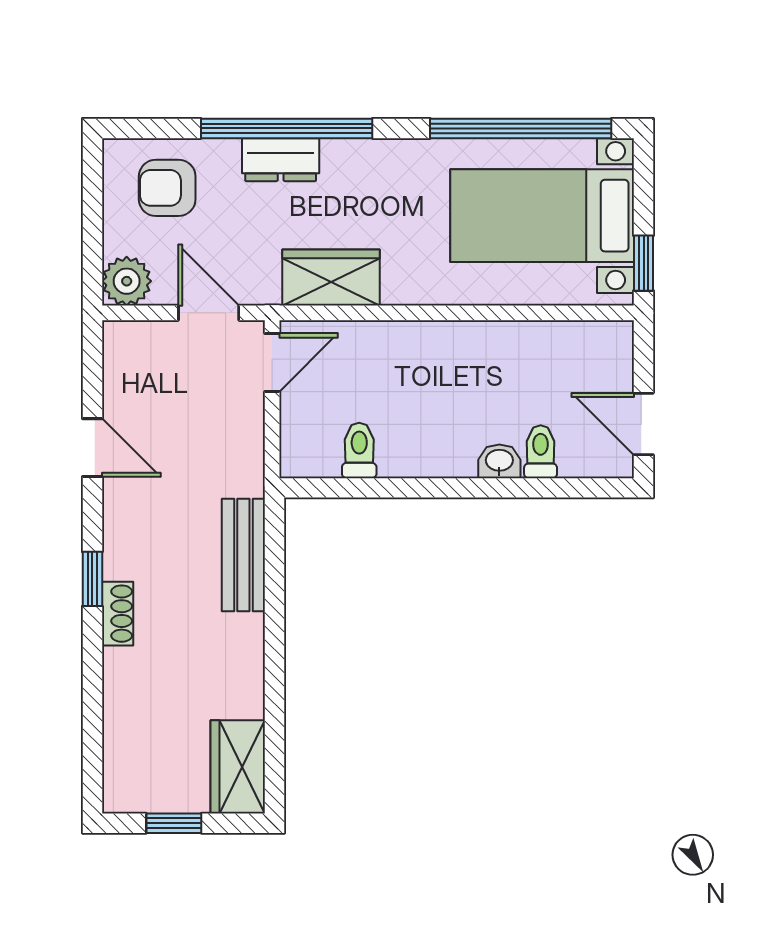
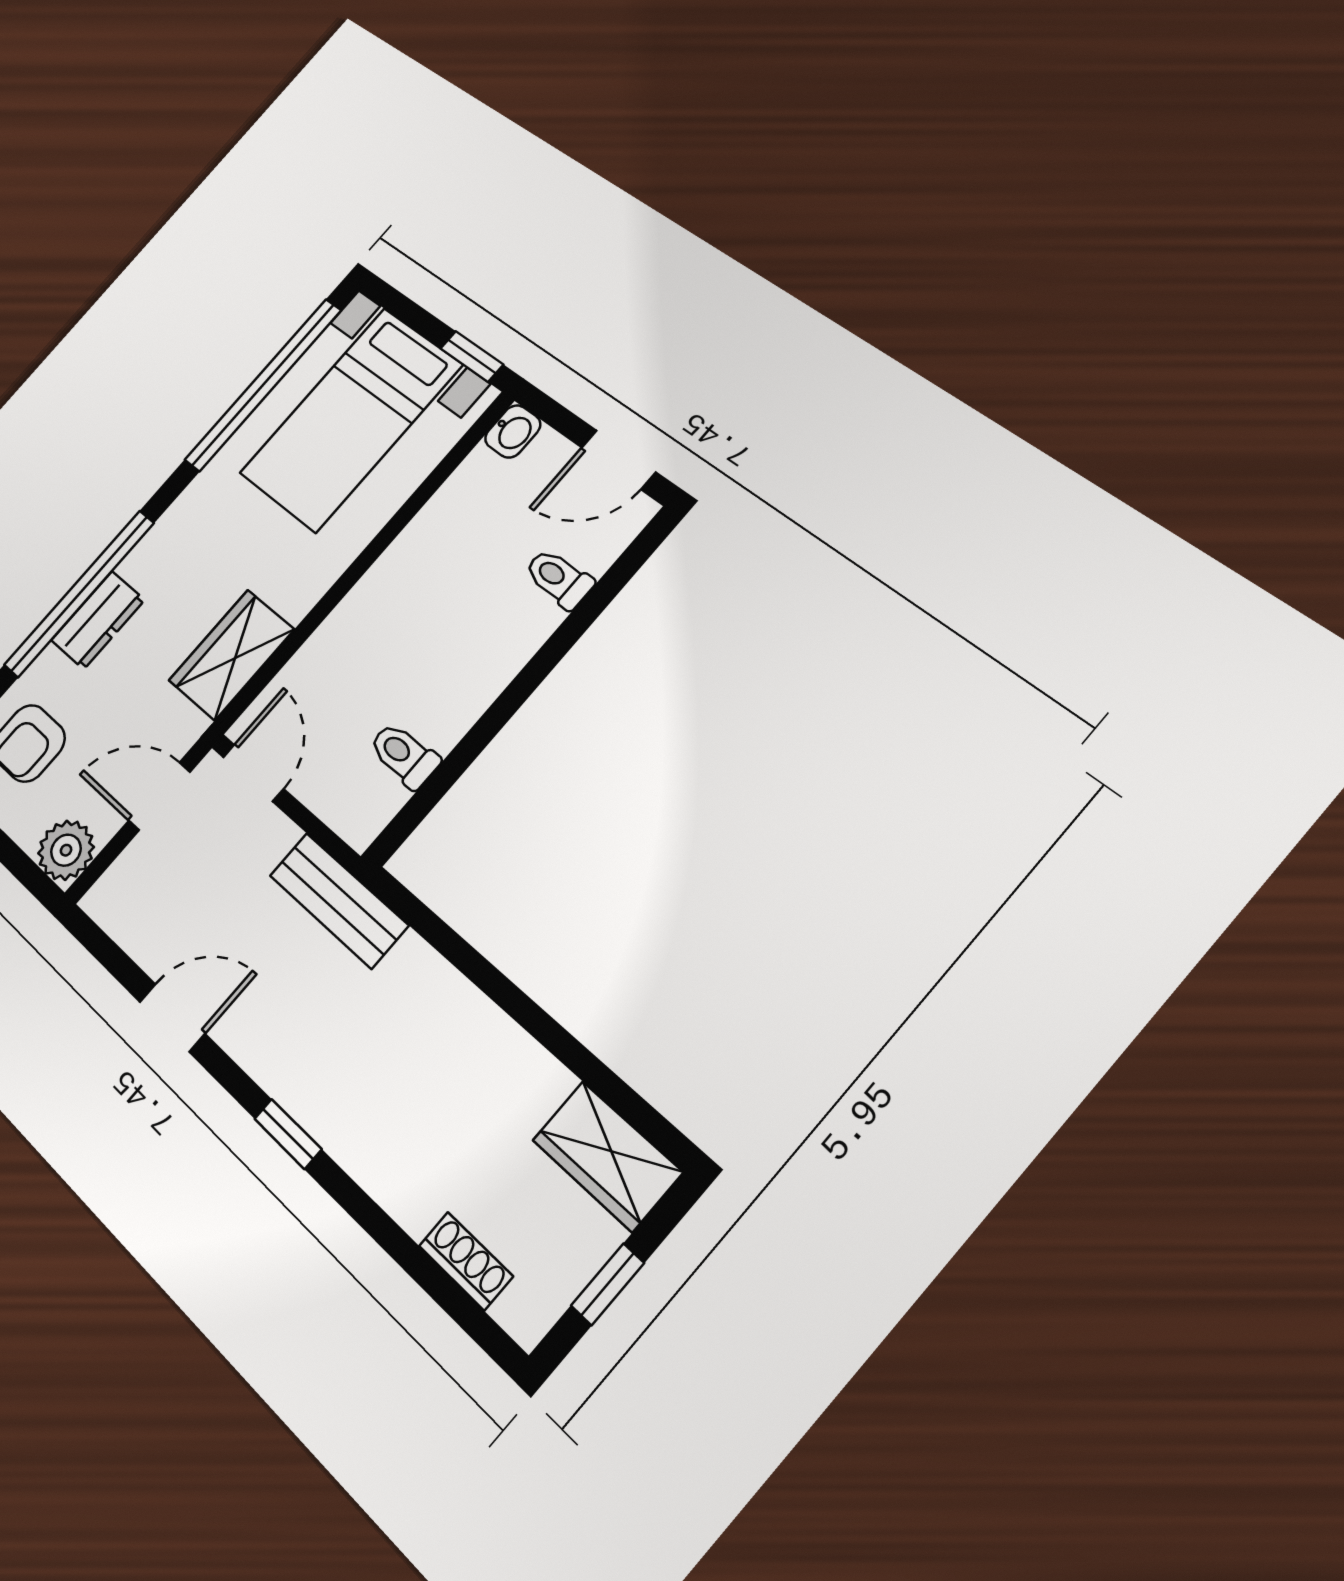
washbasin: (499, 461) -> (513, 431), moved, turned 180
bench: (243, 555) -> (339, 900), moved
shoe rack: (118, 614) -> (466, 1261), moved

